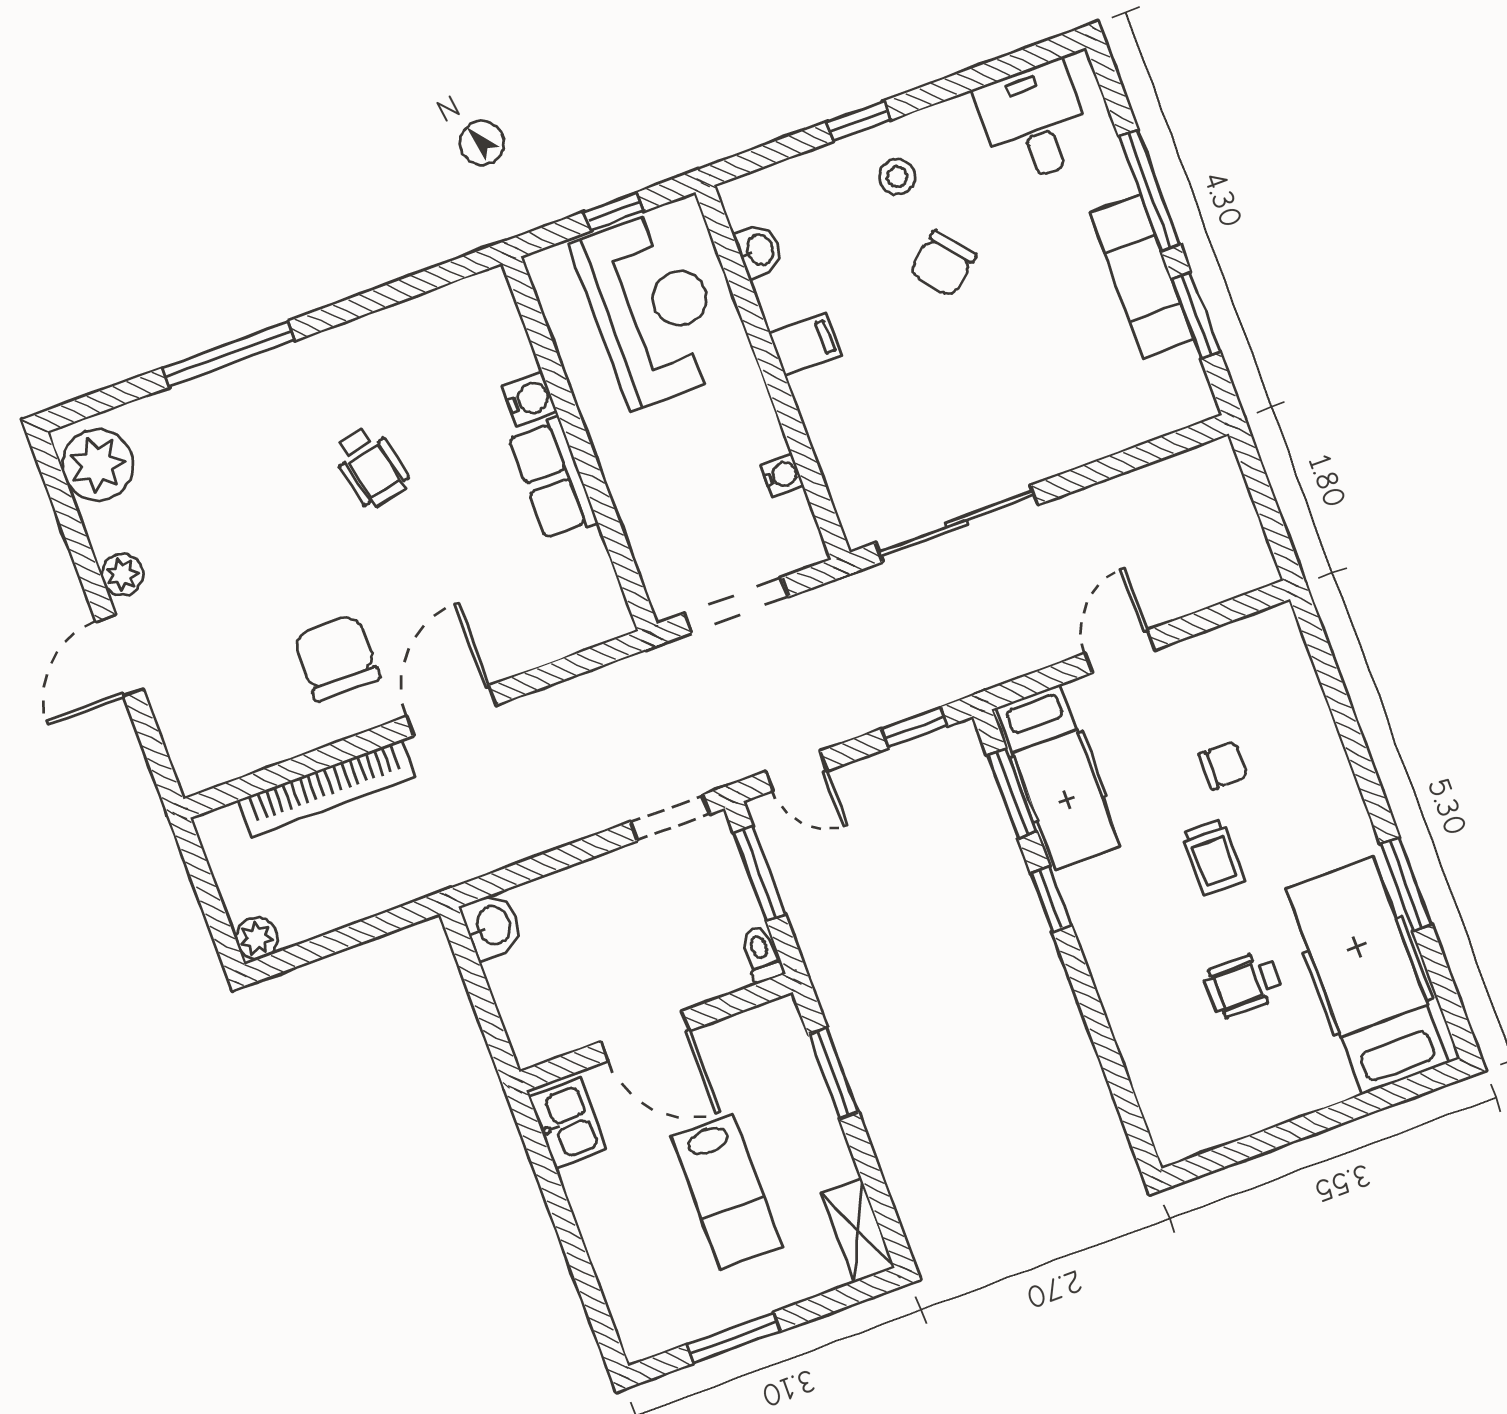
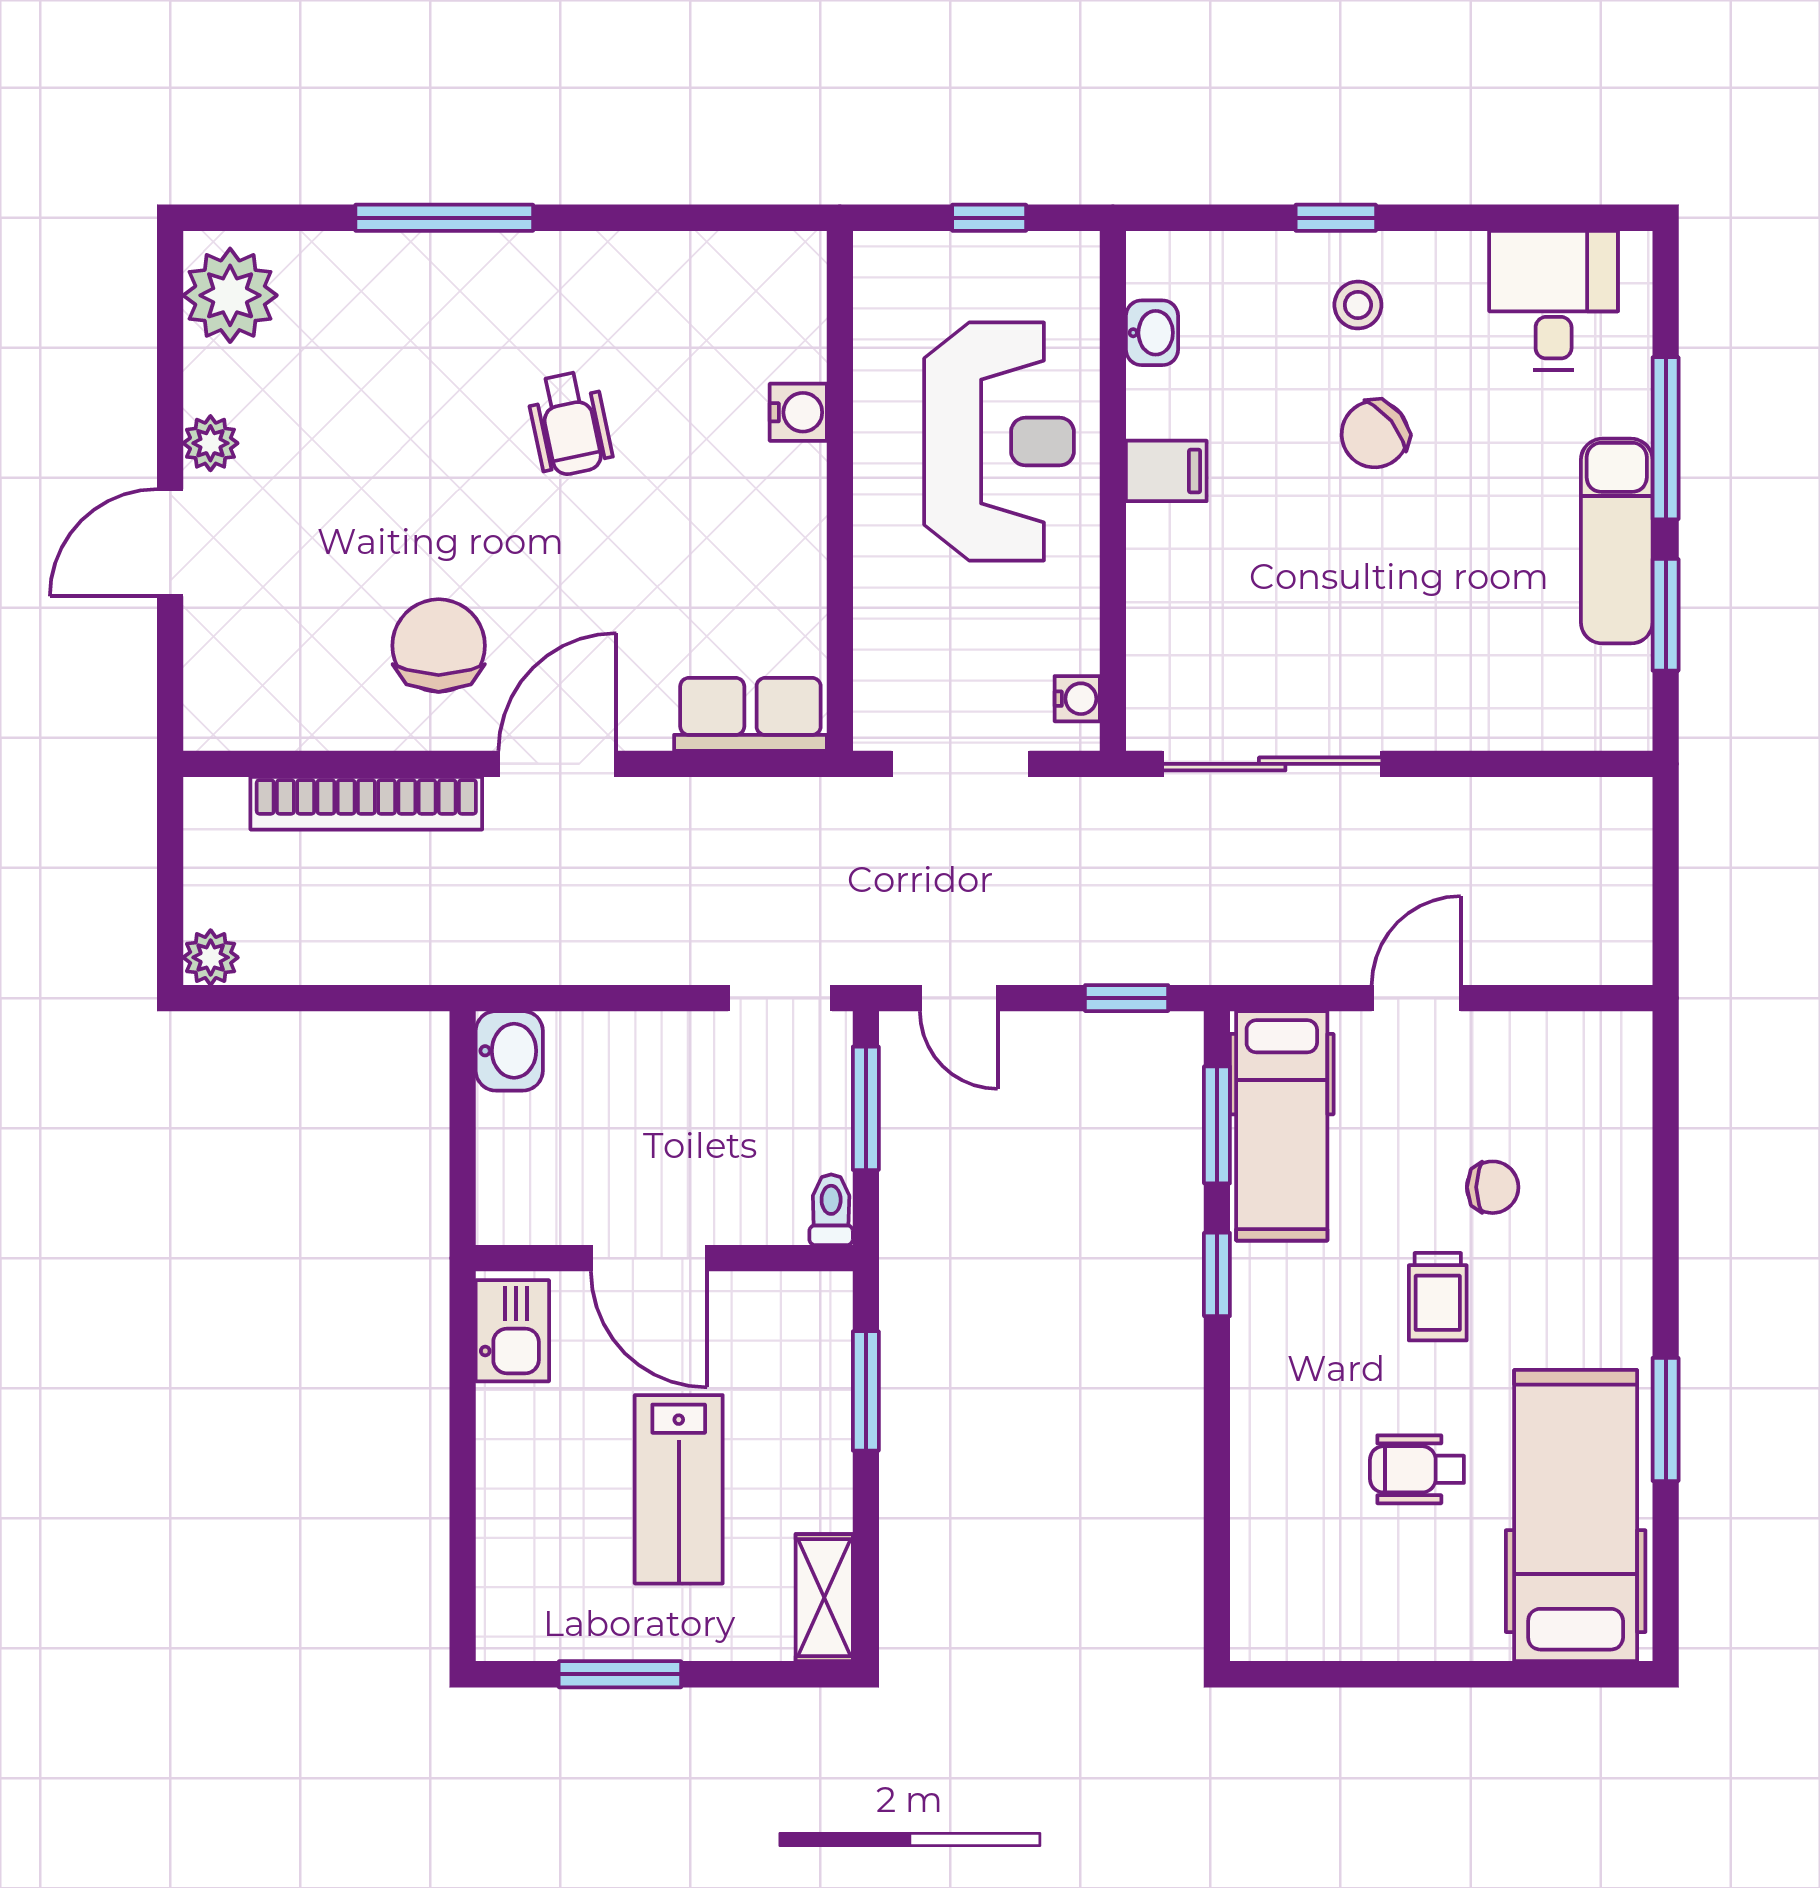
reception desk: (652, 308) -> (999, 442), moved
water cooler: (782, 475) -> (1077, 699), moved
row of seats: (553, 479) -> (750, 714), moved, turned 90

